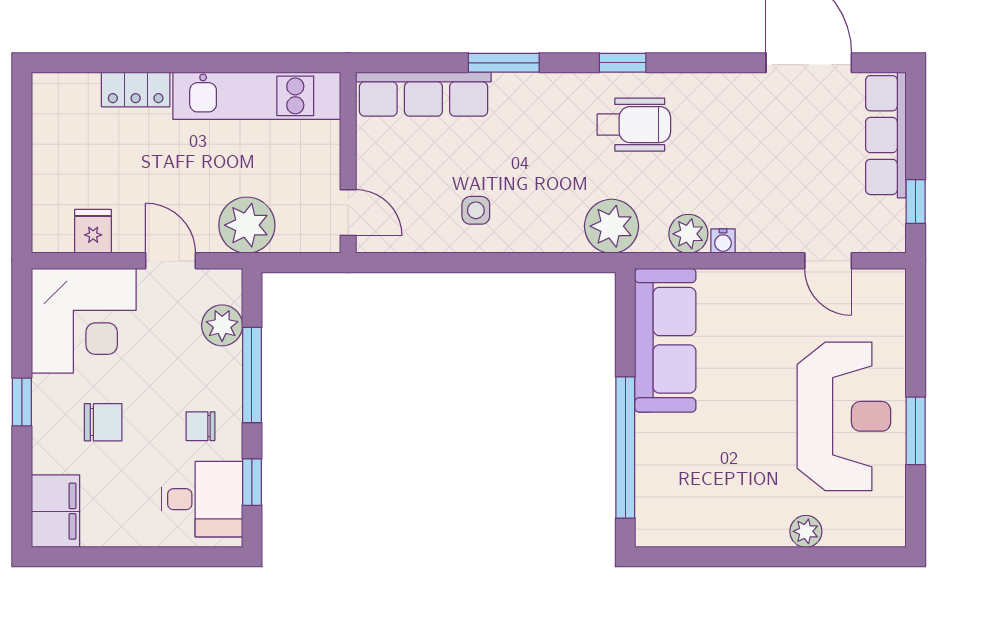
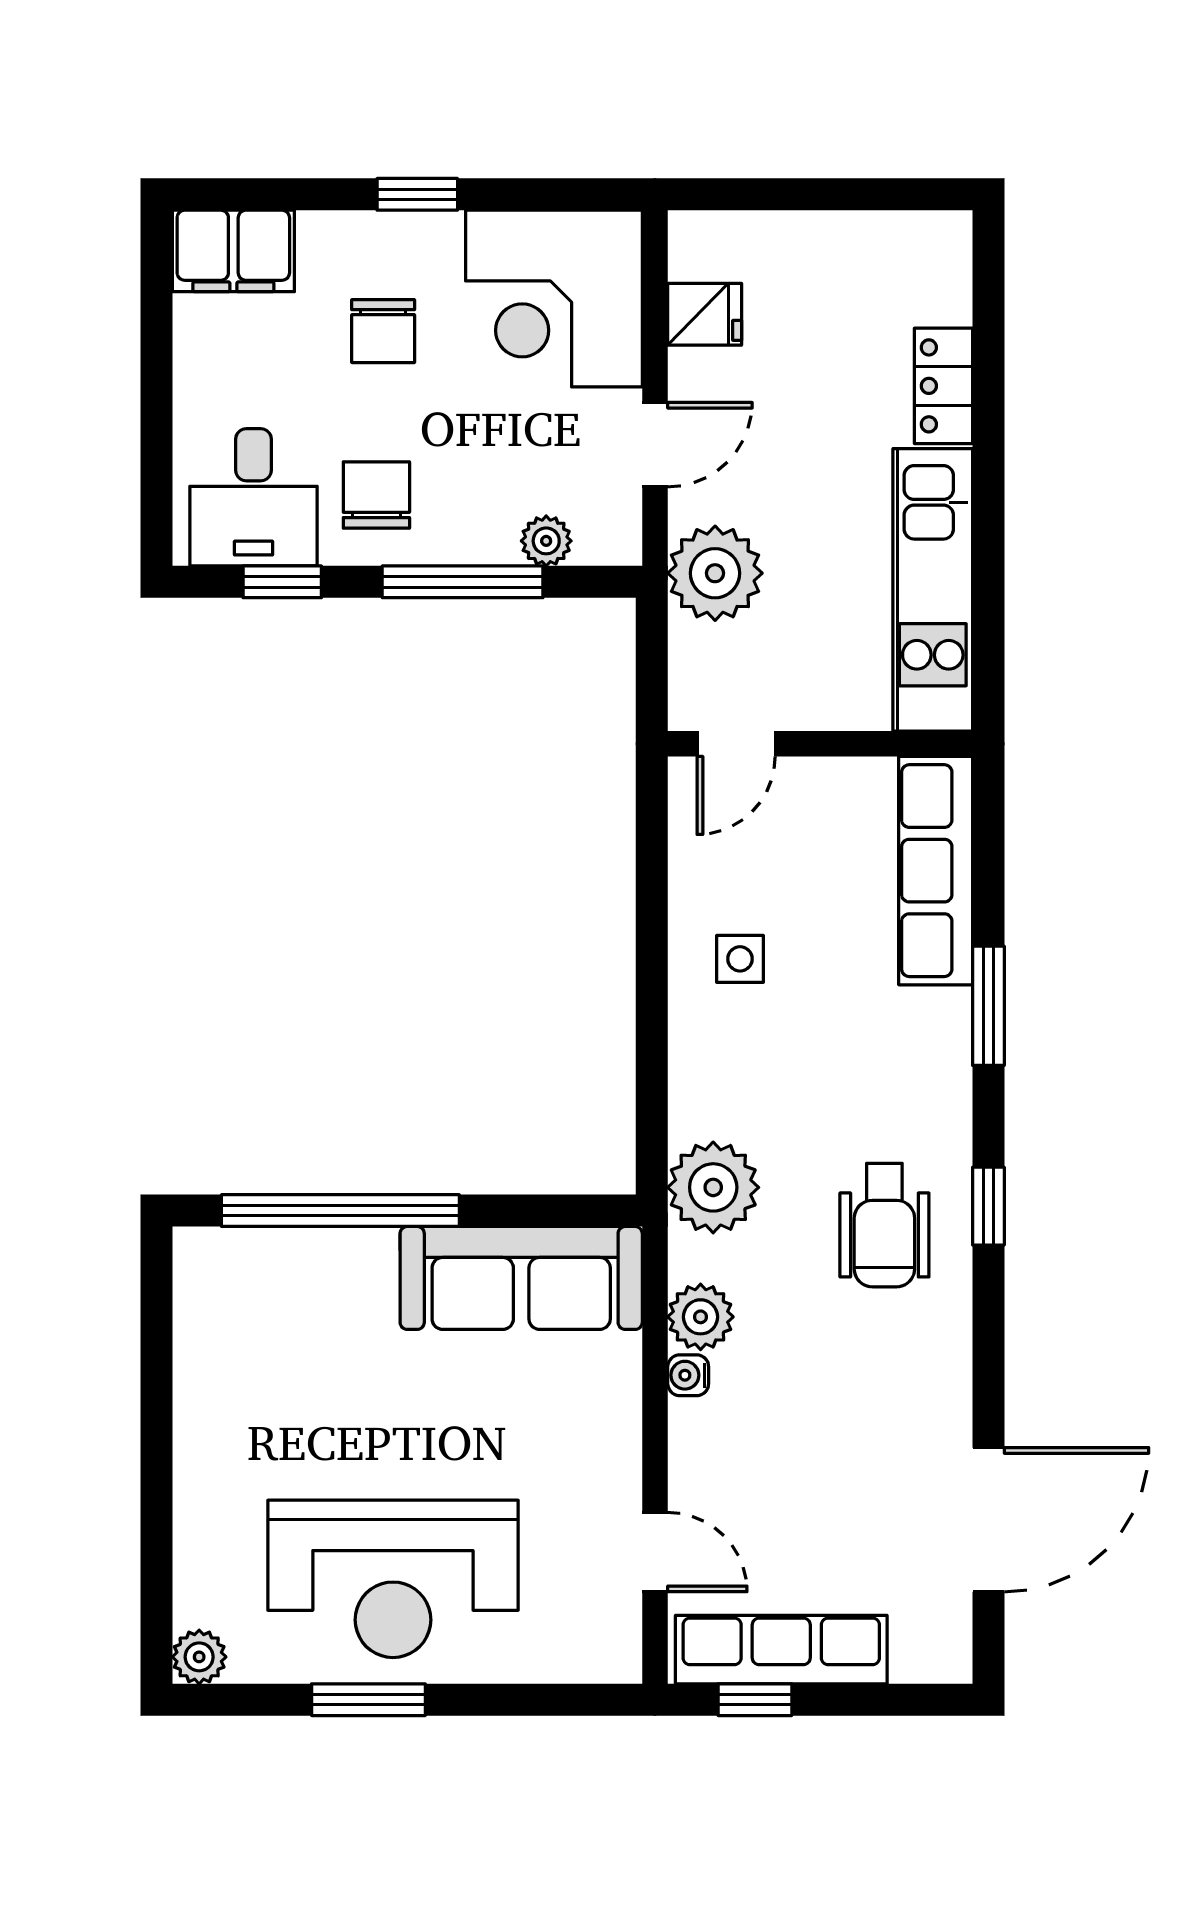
row of seats: (886, 135) -> (781, 1650), moved
door: (828, 261) -> (655, 1552), swing flipped
plant: (222, 325) -> (546, 541), width x0.73, depth x0.73
chair: (200, 426) -> (376, 495), width x1.37, depth x1.37
plant: (806, 531) -> (199, 1657), moved

